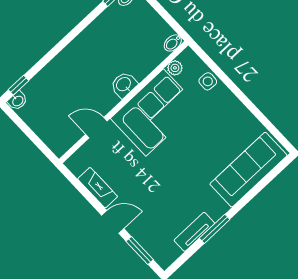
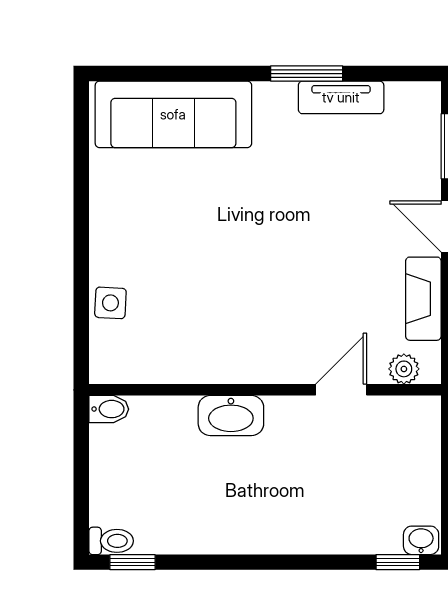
plant: (175, 68) -> (404, 369), moved
washbasin: (124, 85) -> (231, 416), width x1.38
corner sofa: (155, 112) -> (233, 331), removed
door: (96, 128) -> (341, 390), swing flipped

